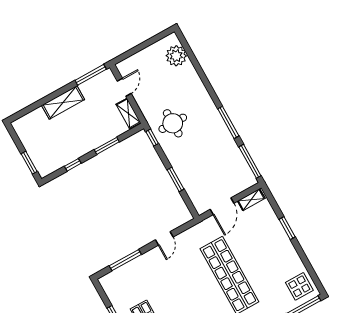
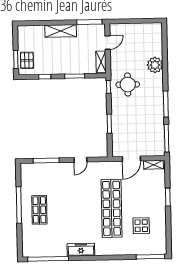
plant: (176, 56) -> (155, 65), moved
pallet: (42, 157) -> (27, 60), added
display table: (299, 286) -> (141, 226), moved

